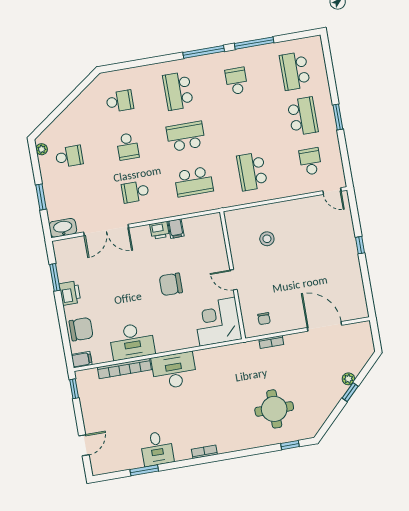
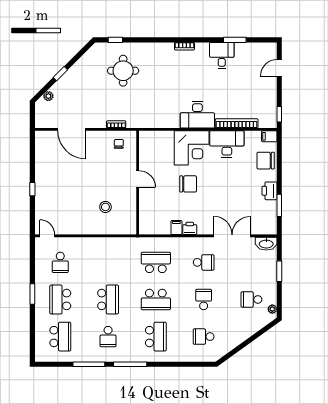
school desk: (252, 172) -> (108, 299), moved
corner desk: (218, 322) -> (192, 148), moved
plant: (348, 379) -> (48, 96), moved

